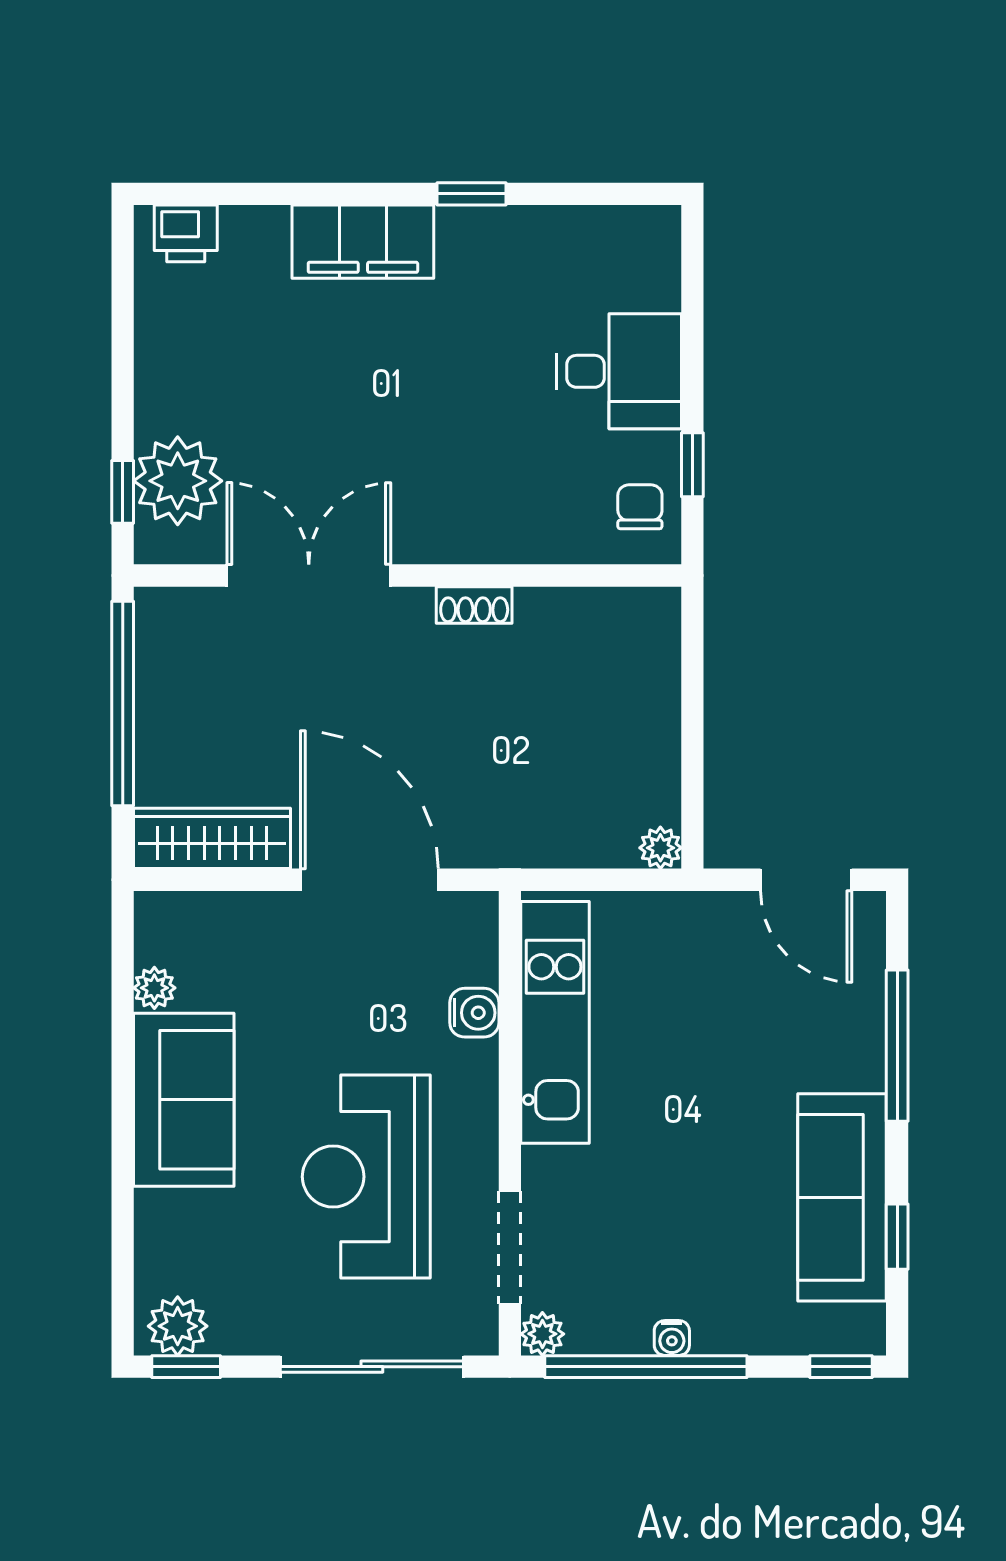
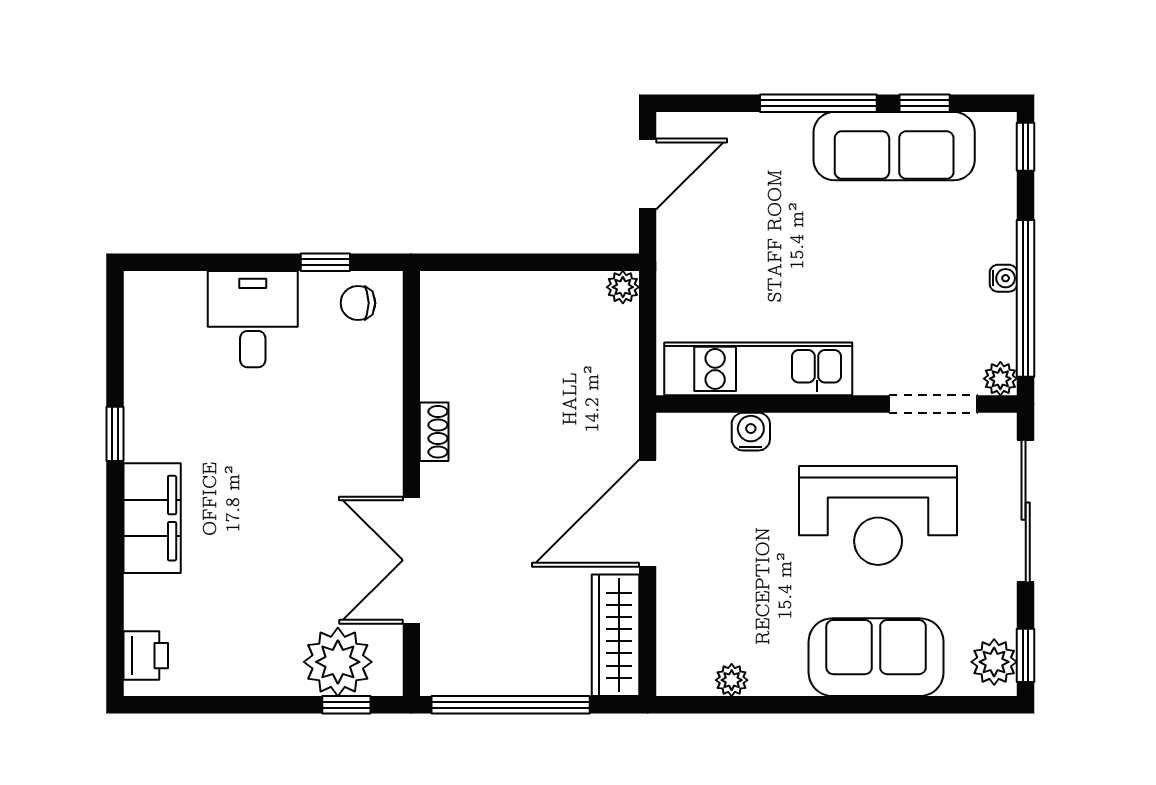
window: (897, 1046) -> (818, 103), moved
sofa: (184, 1100) -> (876, 657), moved

